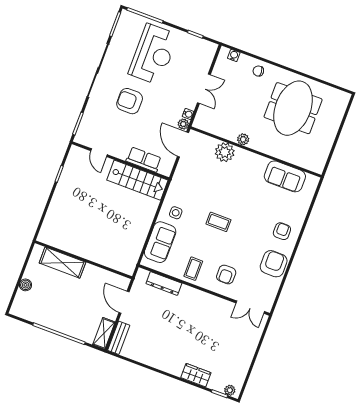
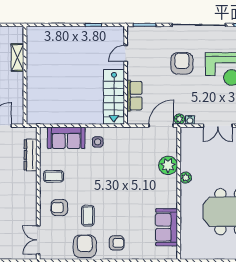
coffee table: (218, 222) -> (88, 216), moved
shelving: (62, 263) -> (17, 57), width x0.67, depth x0.75
armchair: (274, 264) -> (85, 246), turned -90

